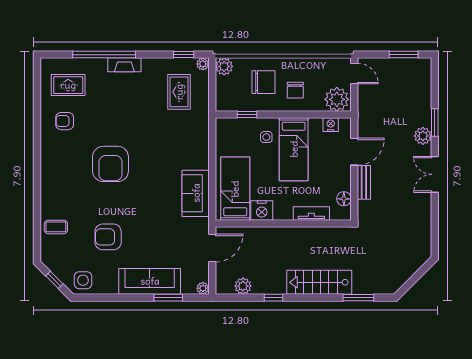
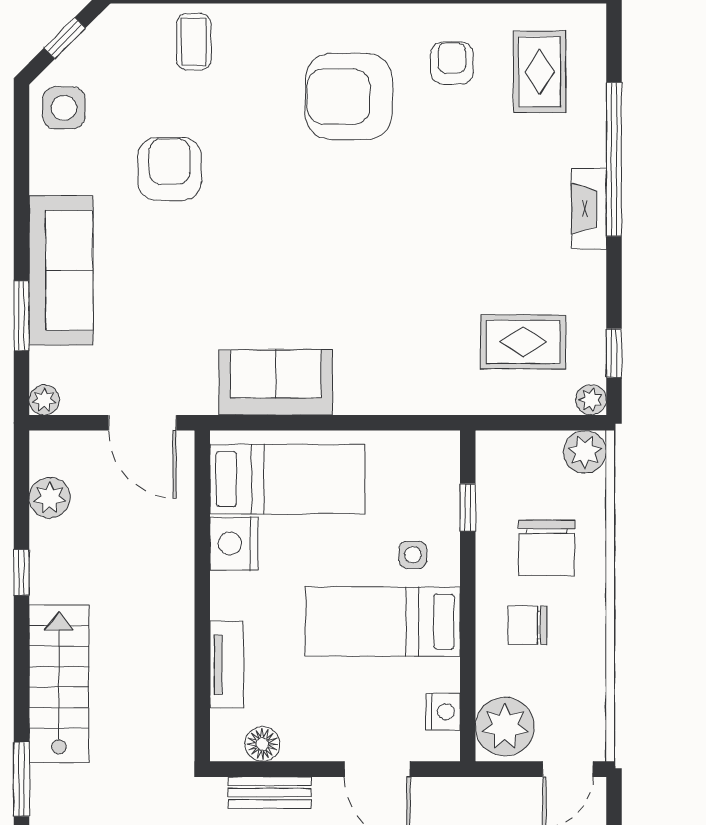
armchair: (110, 164) -> (349, 97), moved
bench: (364, 182) -> (270, 793), moved

